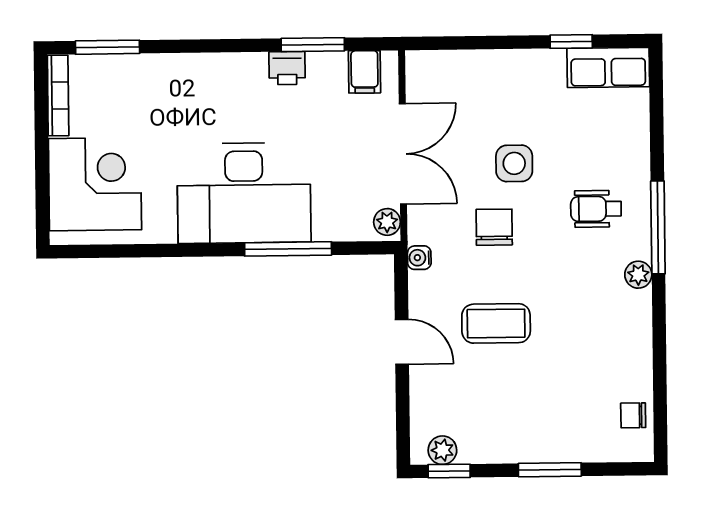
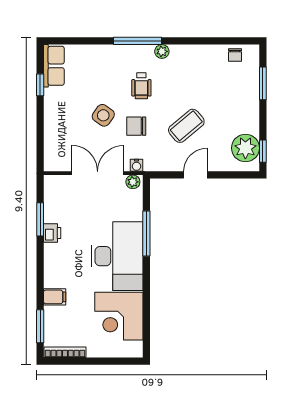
filing cabinet: (365, 72) -> (55, 297), moved
side table: (514, 163) -> (103, 115), turned 35
corner desk: (95, 184) -> (119, 316), moved, turned -90
wheelchair: (596, 209) -> (141, 86), moved
water cooler: (419, 258) -> (137, 165), moved
coffee table: (496, 323) -> (186, 126), turned 50
plant: (442, 450) -> (245, 148), width x1.88, depth x1.88
window: (550, 470) -> (263, 83), moved

